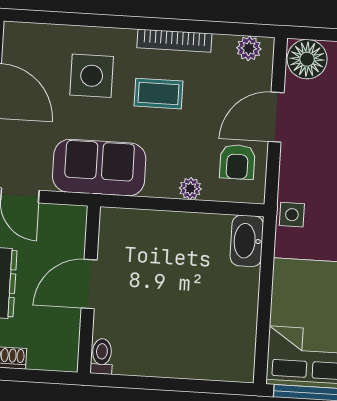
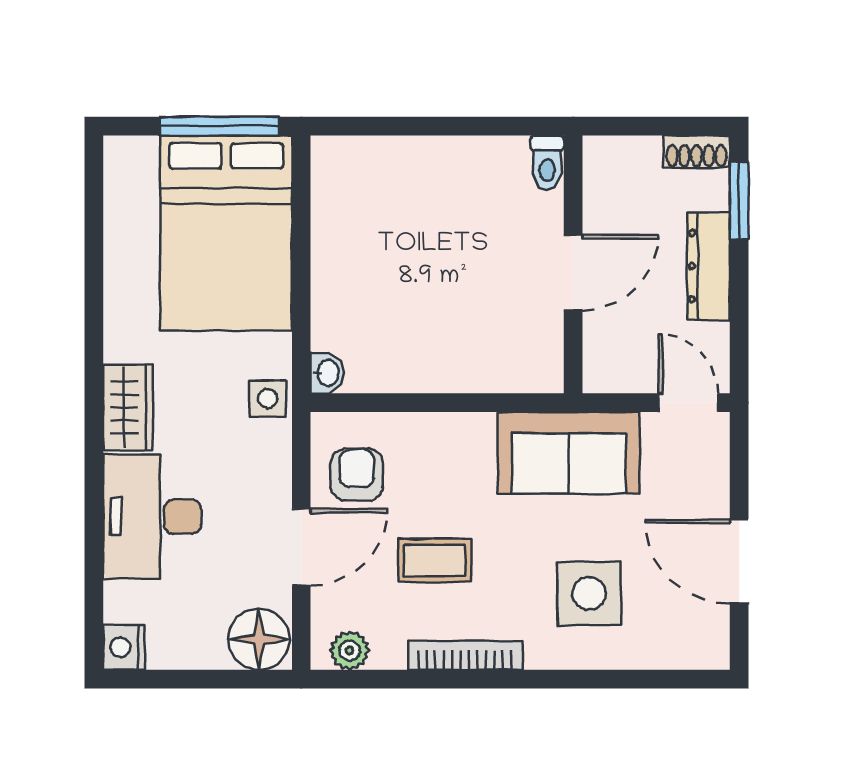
coffee table: (158, 94) -> (435, 560), moved
plant: (190, 189) -> (426, 429), removed
washbasin: (247, 241) -> (327, 373), width x0.52, depth x0.69

